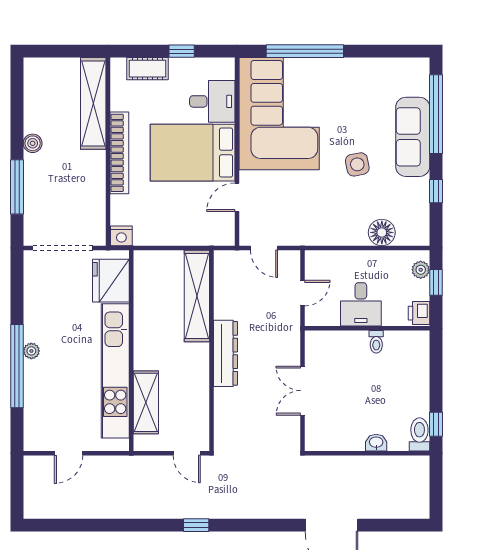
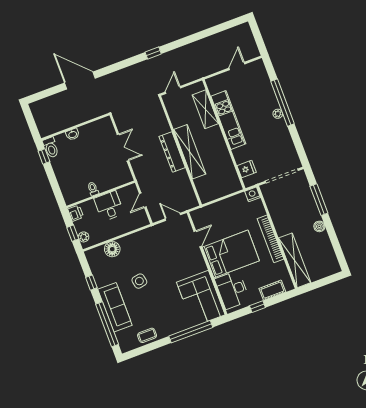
coffee table: (378, 72) -> (147, 335), added
desk: (212, 101) -> (232, 290), width x1.37
corner sofa: (279, 114) -> (201, 299), width x0.73, depth x0.74
fridge: (111, 281) -> (247, 169), width x0.53, depth x0.75
shelving: (197, 296) -> (190, 152), moved
kitchen unit: (115, 371) -> (228, 120), width x0.73
door: (187, 453) -> (173, 90), hinge flipped

